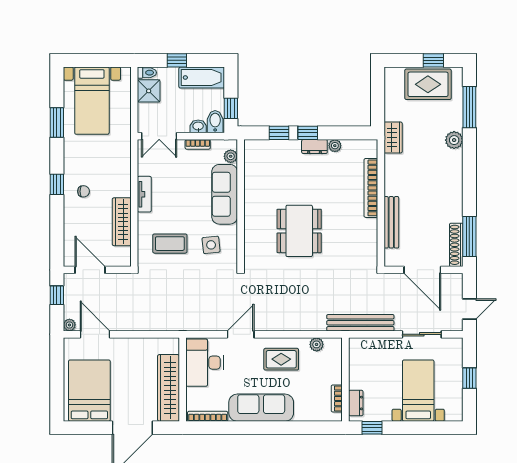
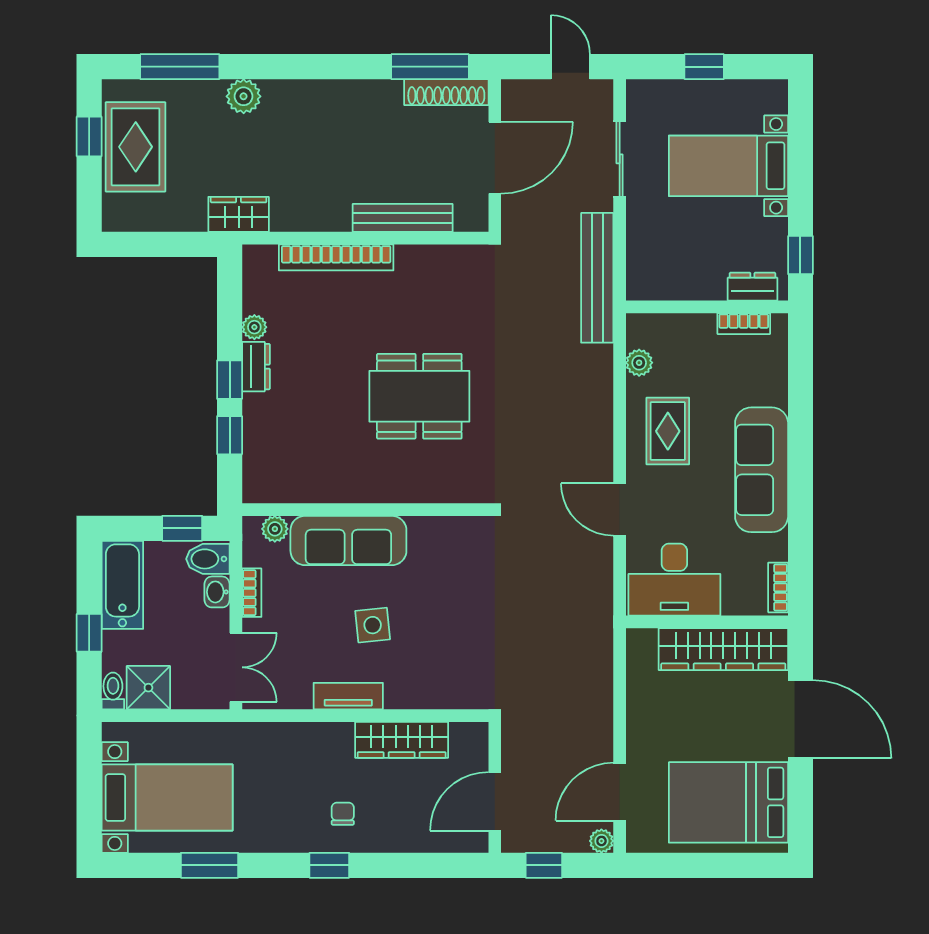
coffee table: (170, 244) -> (444, 647), removed
side table: (211, 245) -> (373, 625), moved
bookcase: (208, 416) -> (778, 587), width x0.64

